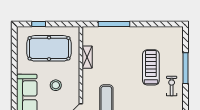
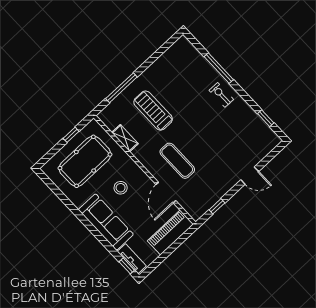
window: (39, 24) -> (71, 135), moved
treadmill: (151, 67) -> (153, 111), moved

